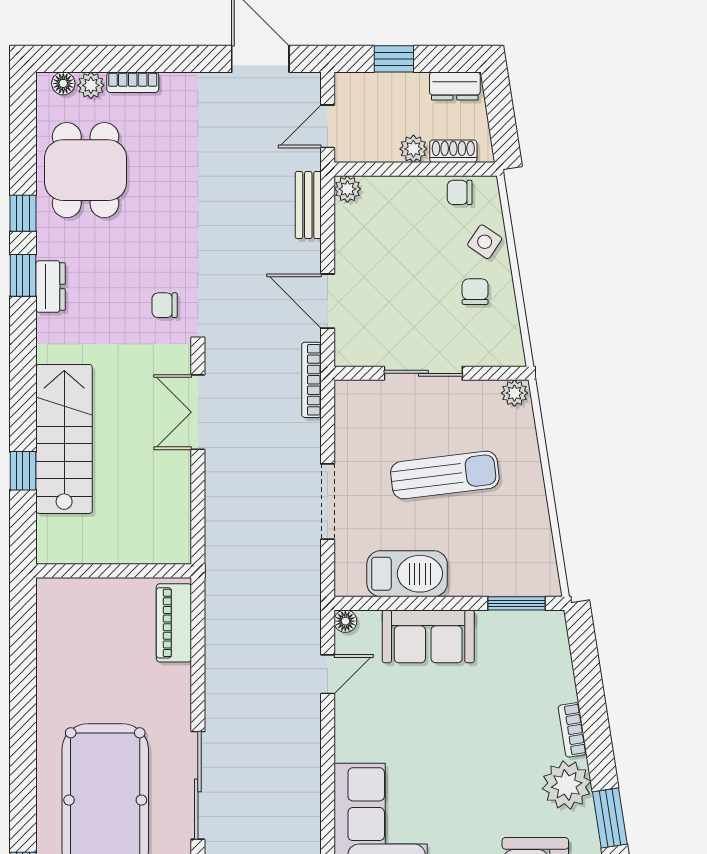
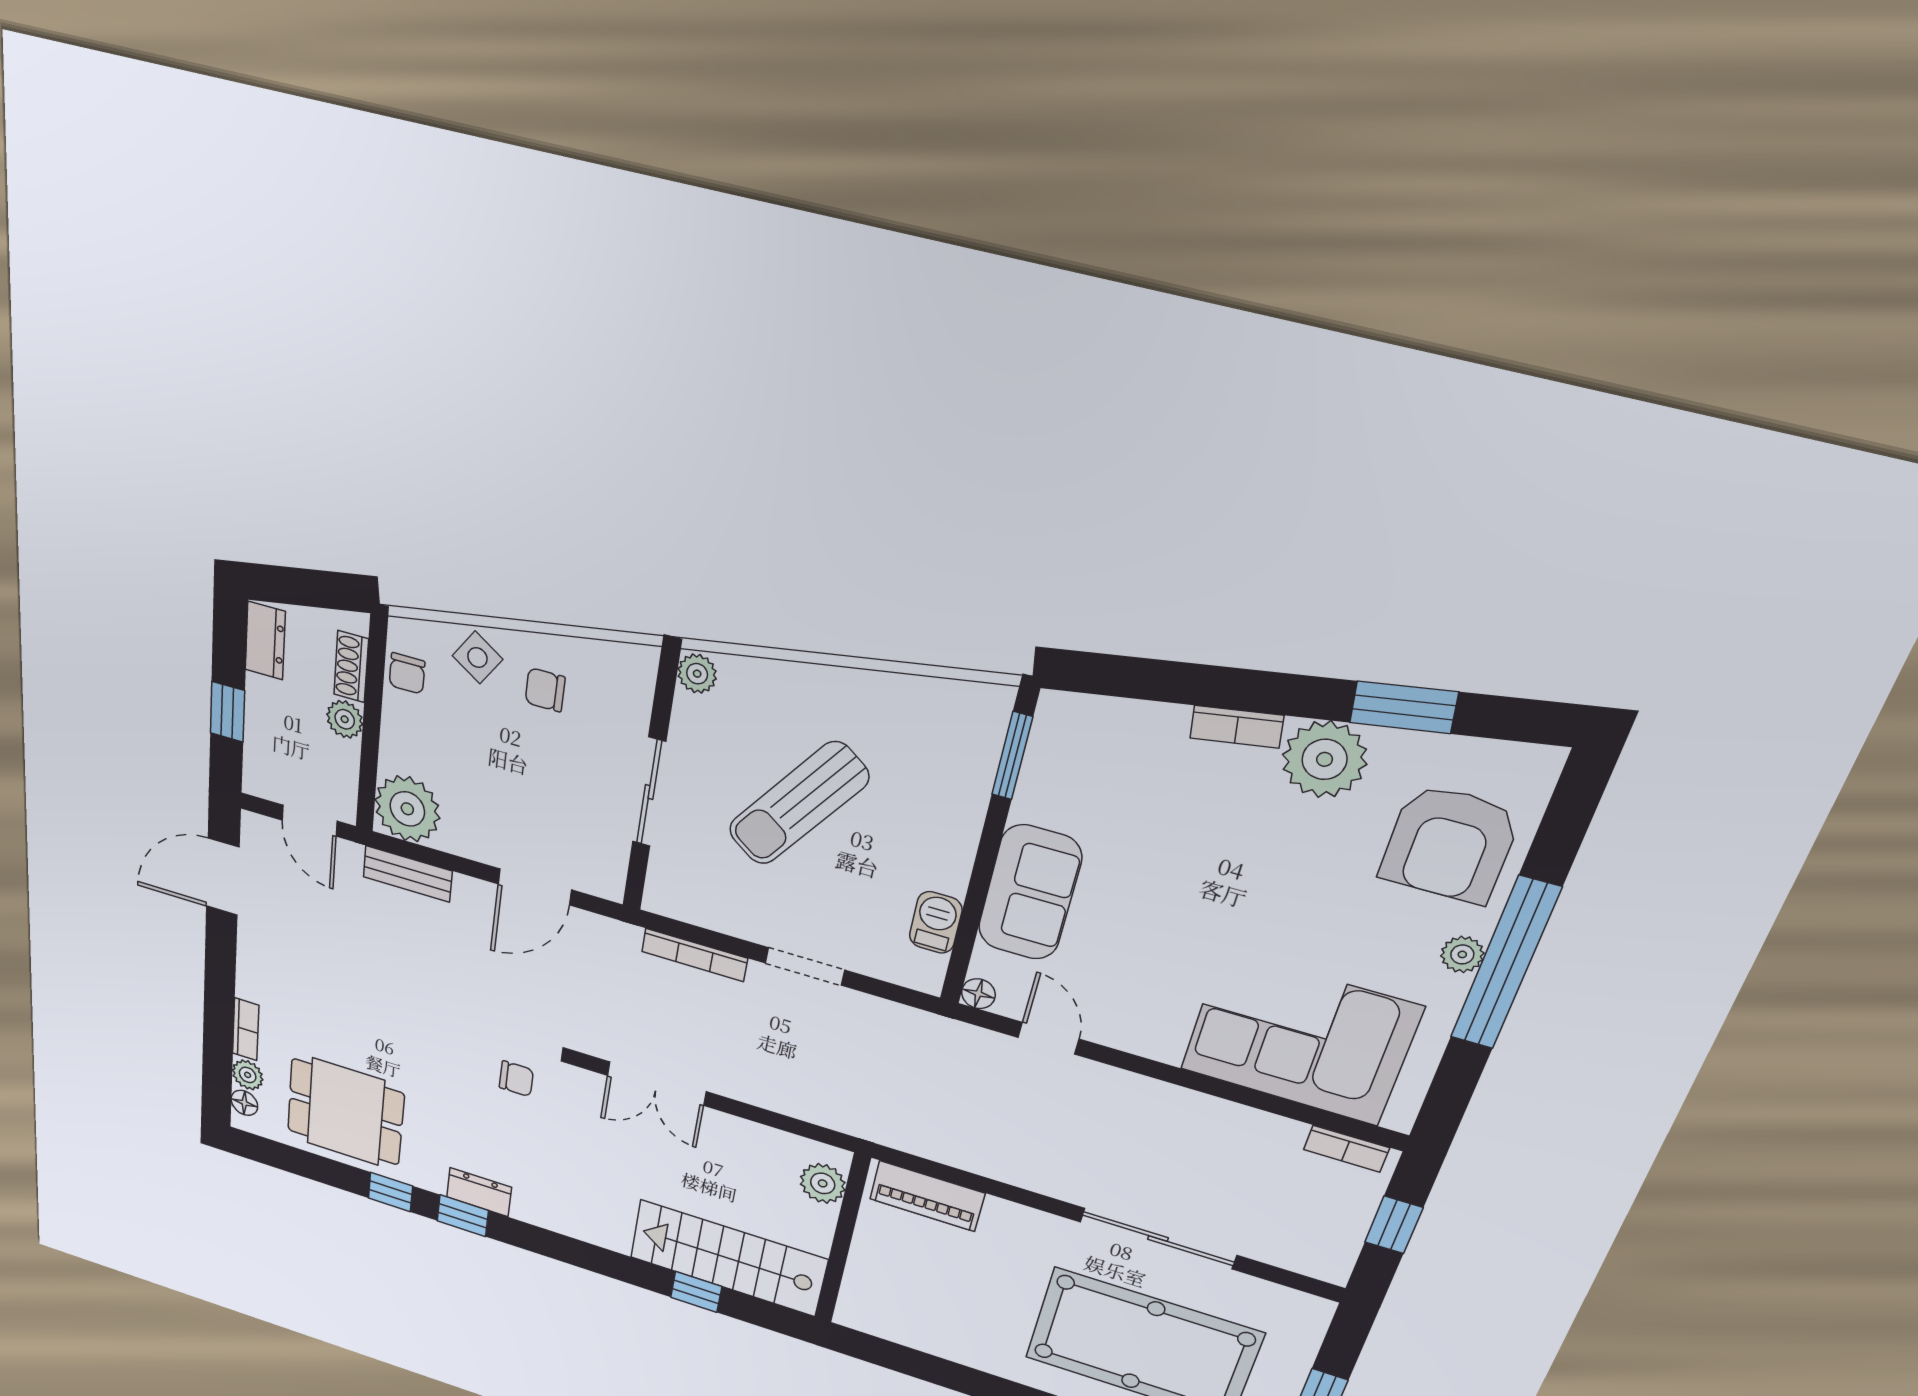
plant: (347, 189) -> (407, 809), width x1.87, depth x1.87
chair: (165, 305) -> (516, 1079), turned -90
bookcase: (311, 380) -> (695, 955), moved
stairs: (64, 439) -> (728, 1258), moved
sun lounger: (445, 475) -> (798, 804), turned -137
doorway: (328, 502) -> (805, 966), width x0.73
plant: (157, 547) -> (823, 1183), added
barbecue: (407, 574) -> (936, 922), width x0.53, depth x0.65

